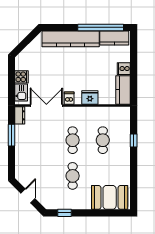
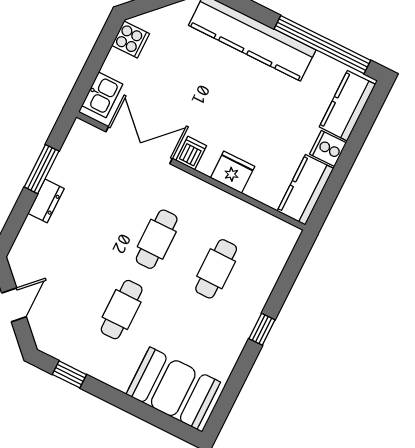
kitchen counter: (114, 38) -> (347, 106), moved, turned 90
cooker: (22, 77) -> (131, 39), moved
dresser: (20, 115) -> (46, 201), moved
window: (134, 140) -> (262, 329), moved

